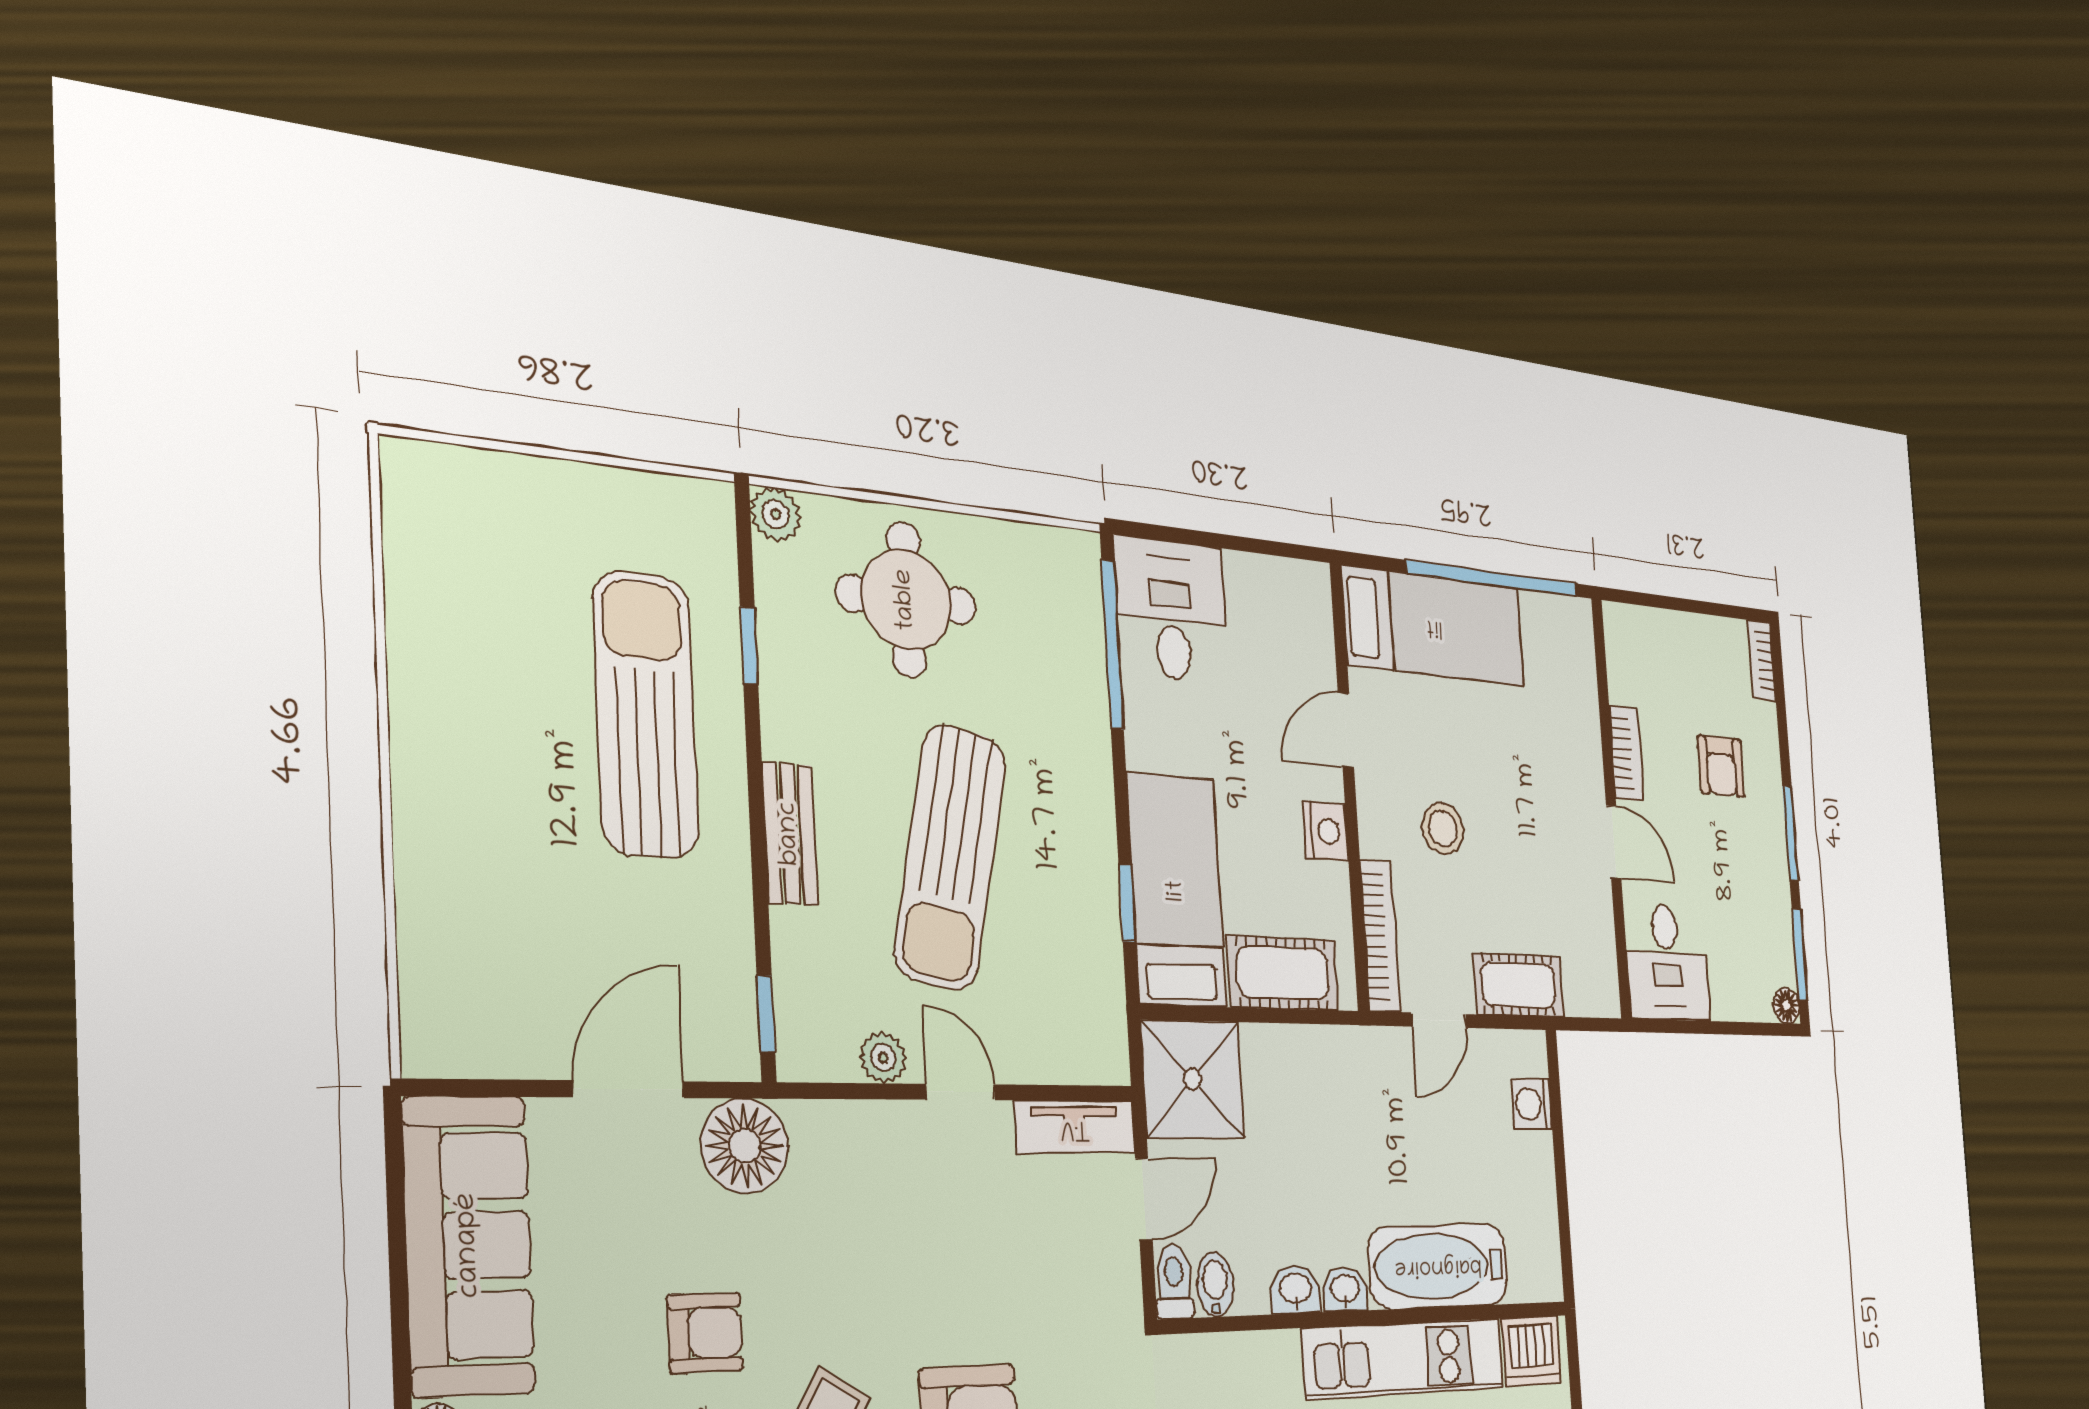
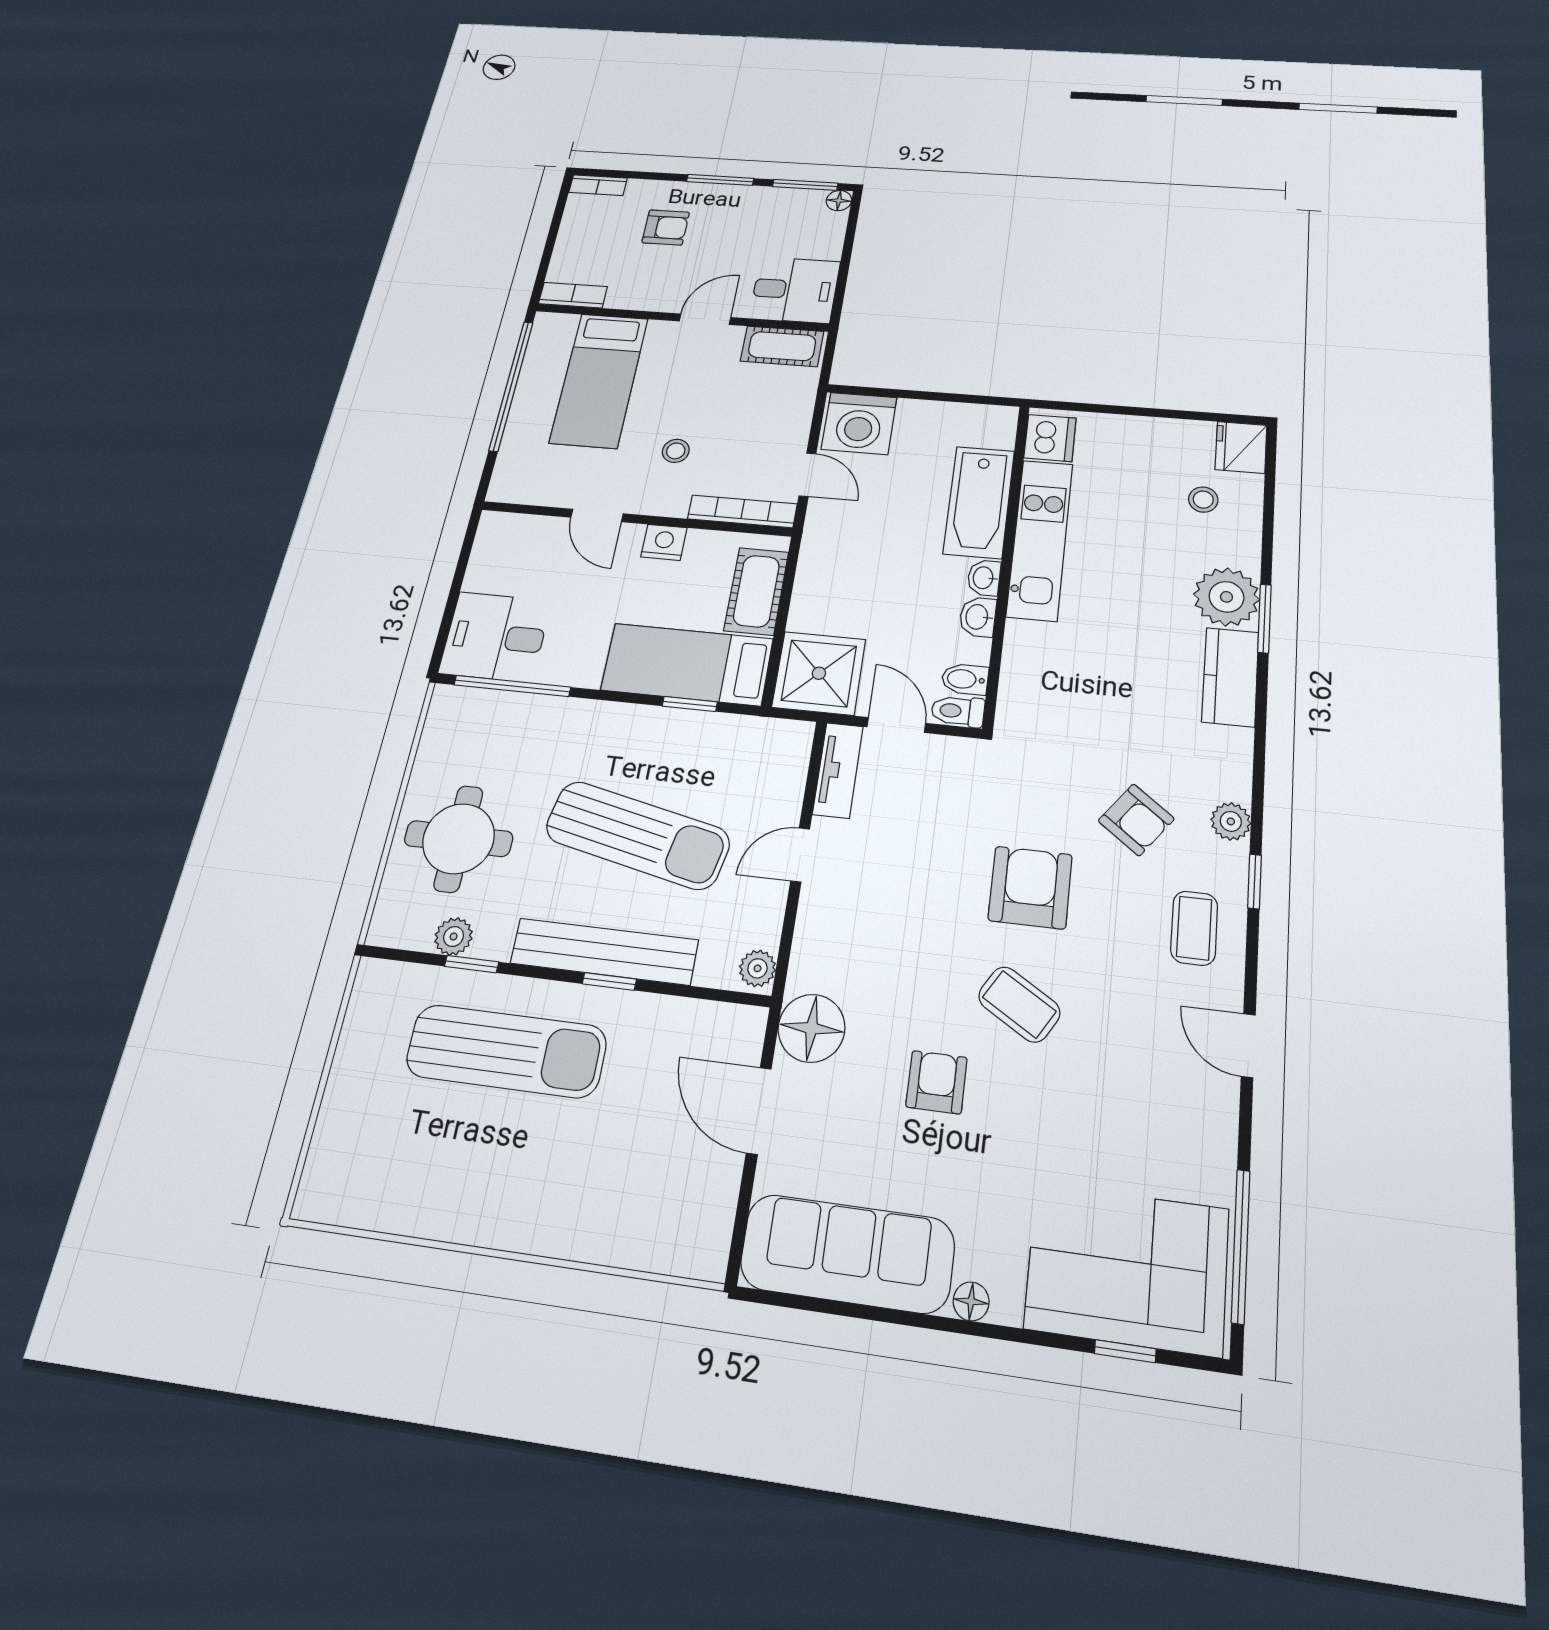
plant: (776, 514) -> (454, 937), moved
bed: (1434, 626) -> (599, 380), moved, turned 180
sun lounger: (646, 715) -> (506, 1051), turned 180
bookcase: (1626, 753) -> (573, 295), moved
stool: (1443, 829) -> (676, 451), width x0.73, depth x0.73
bench: (790, 834) -> (604, 952), width x1.86, depth x1.21
cot: (1519, 985) -> (782, 346), moved, turned 90
window: (766, 1014) -> (609, 981), moved
plant: (883, 1058) -> (757, 968), moved
washing machine: (1532, 1104) -> (859, 423), width x1.89, depth x1.89

